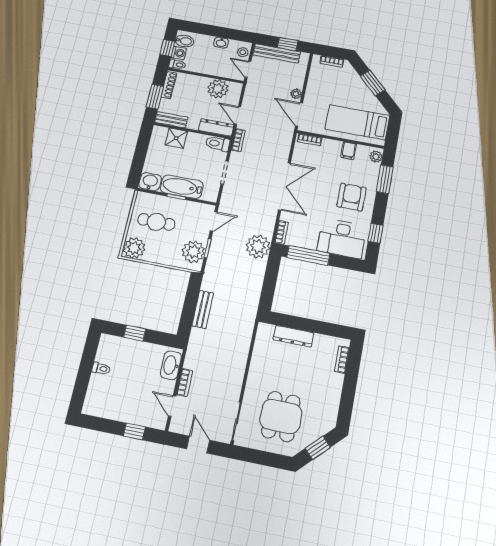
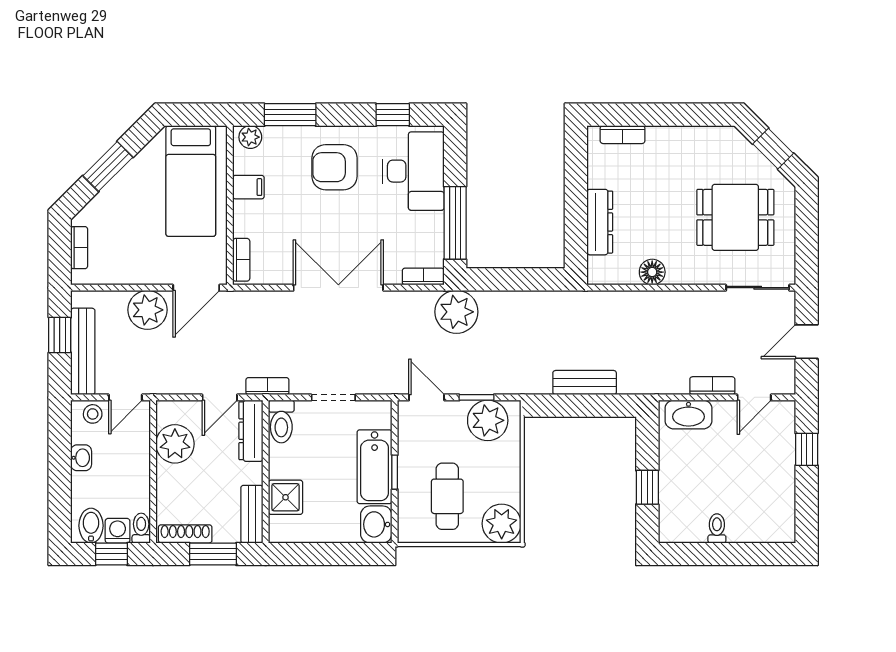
plant: (296, 94) -> (147, 310), width x1.88, depth x1.88
floor lamp: (258, 361) -> (652, 272), added

